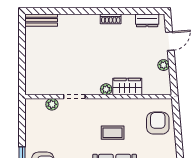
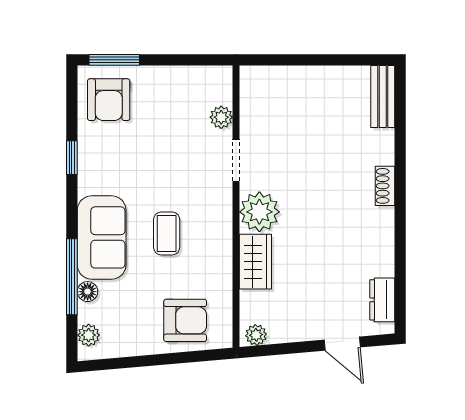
shoe rack: (111, 19) -> (385, 186), moved
plant: (164, 65) -> (256, 335), moved
plant: (106, 89) -> (259, 212), width x1.88, depth x1.88

